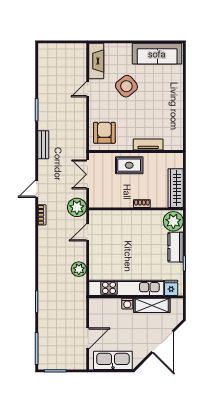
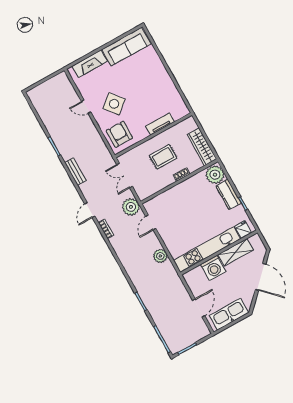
fireplace: (96, 61) -> (90, 64), moved, turned 90
side table: (126, 86) -> (114, 104), moved
door: (88, 89) -> (86, 107), hinge flipped
rug: (129, 165) -> (163, 157), moved
washing machine: (127, 304) -> (213, 268), width x1.89, depth x1.89

